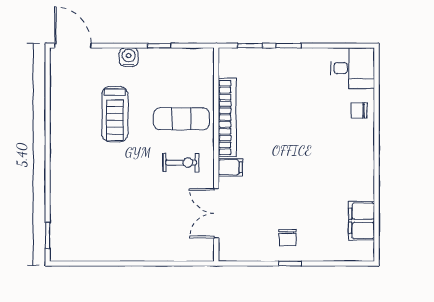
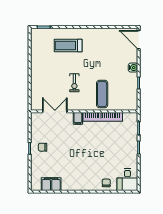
door: (73, 46) -> (139, 40), swing flipped
treadmill: (115, 114) -> (68, 45), moved
exercise bike: (181, 162) -> (74, 83), moved

